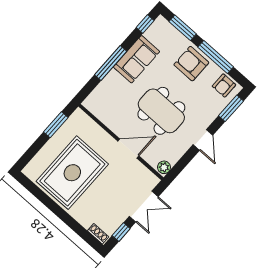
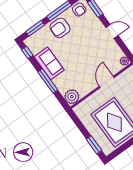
plant: (96, 103) -> (72, 97), added
dining table: (161, 111) -> (87, 55), removed
window: (56, 125) -> (94, 145), moved

